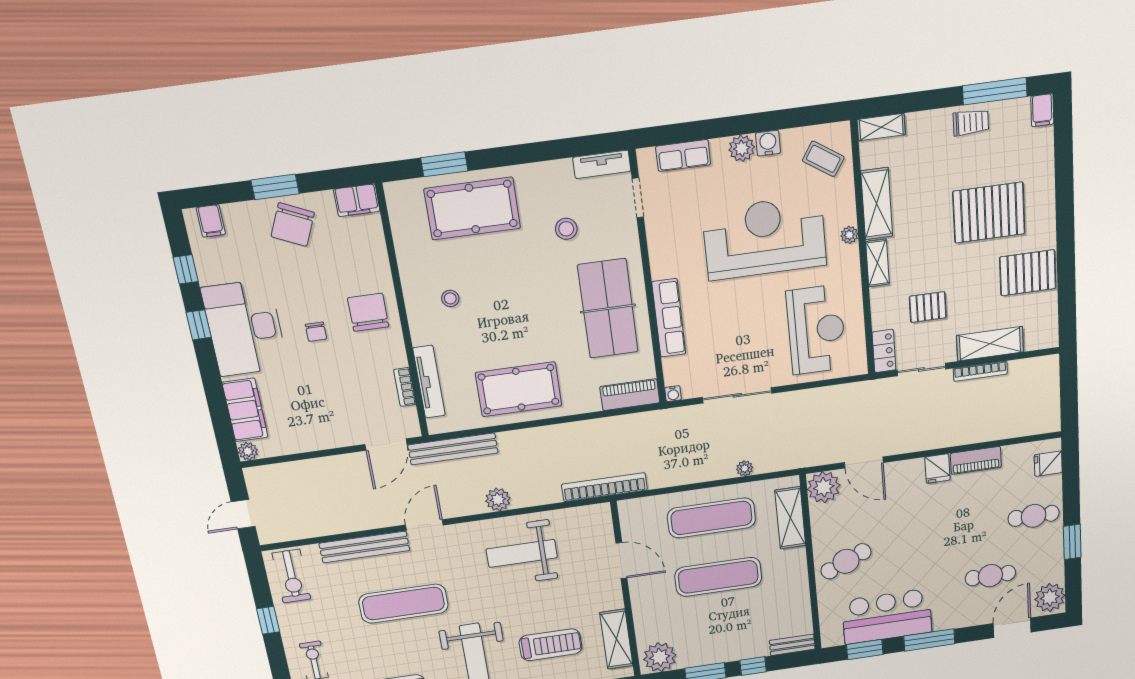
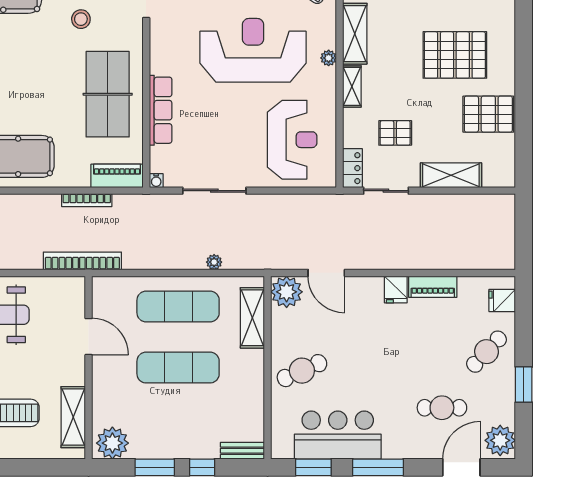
bookcase: (980, 371) -> (87, 200), moved
cafe table: (1034, 516) -> (486, 352), turned -47

